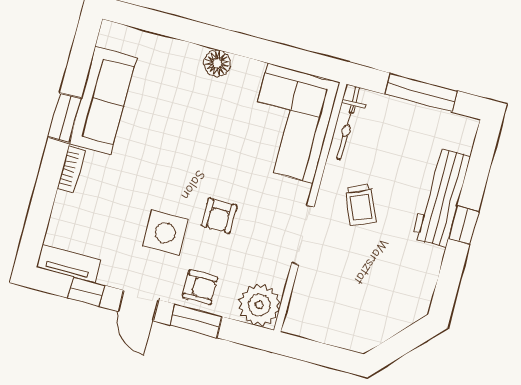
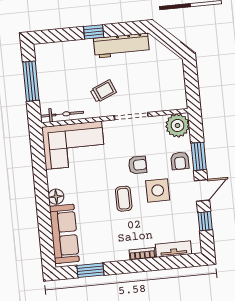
sofa: (103, 100) -> (64, 234), moved, turned 90
window: (65, 118) -> (90, 270), moved
coffee table: (173, 172) -> (124, 199), added
workbench: (441, 198) -> (121, 46), moved
tv unit: (69, 264) -> (174, 249), moved, turned 90
armchair: (200, 287) -> (180, 161), turned 180

